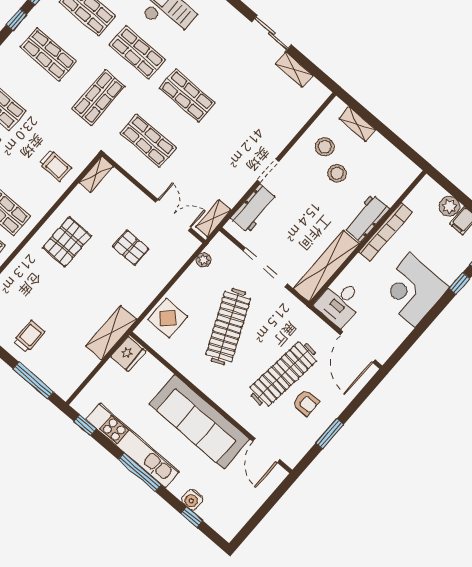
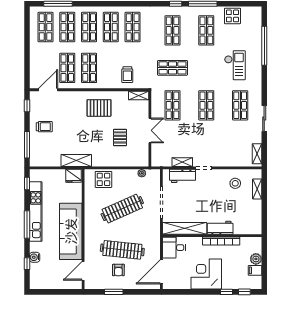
shop shelf: (137, 52) -> (240, 105), moved
shelving: (294, 70) -> (257, 154), moved
stool: (337, 173) -> (228, 198), removed
double door: (173, 215) -> (150, 130), moved
shelving: (213, 218) -> (182, 162), moved

